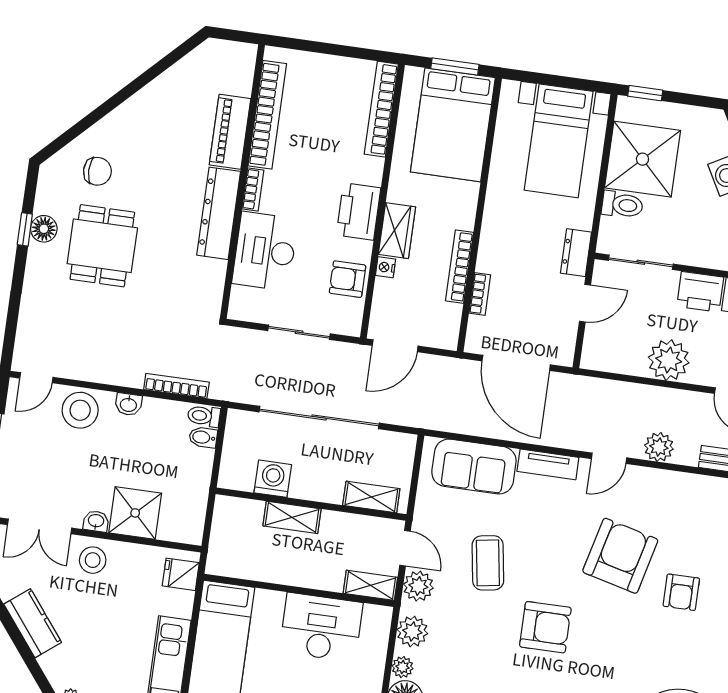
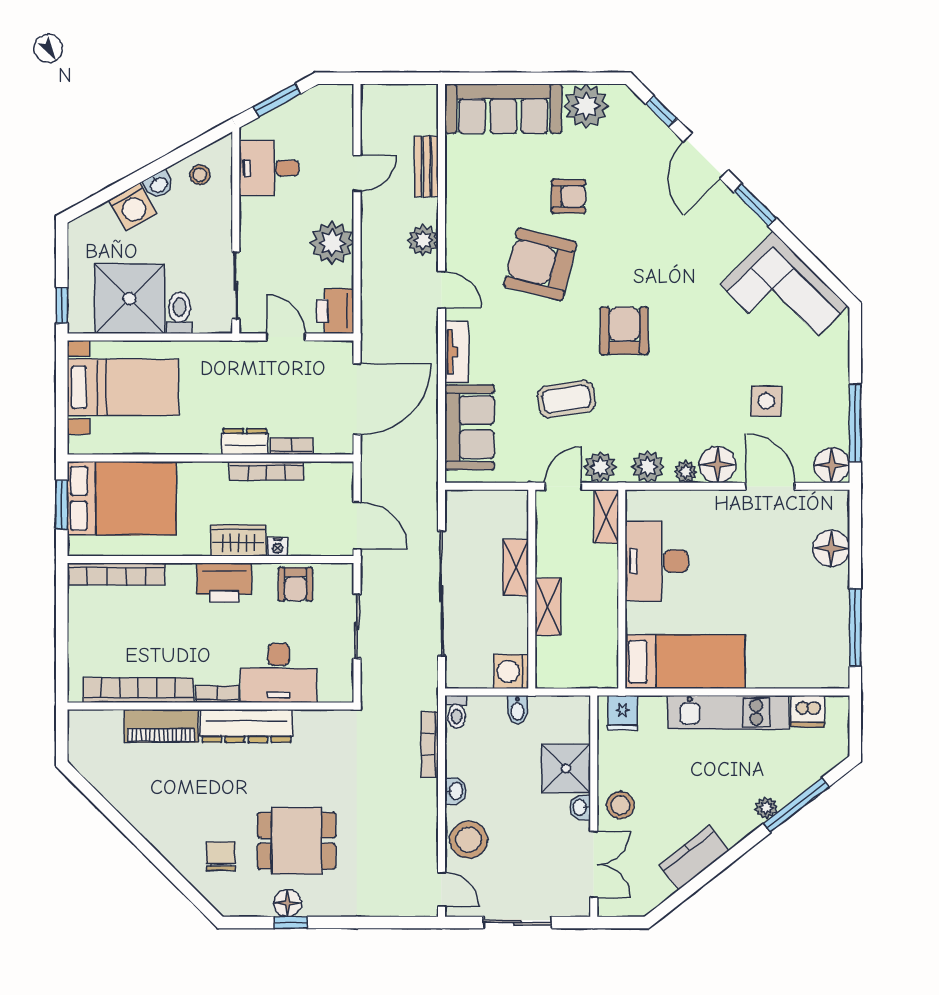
dresser: (576, 253) -> (245, 442), moved, turned 180
printer: (700, 292) -> (335, 311), moved, turned 180
bidet: (203, 437) -> (517, 710), moved
washing machine: (273, 479) -> (511, 671), moved
shelving: (371, 497) -> (516, 568), moved

